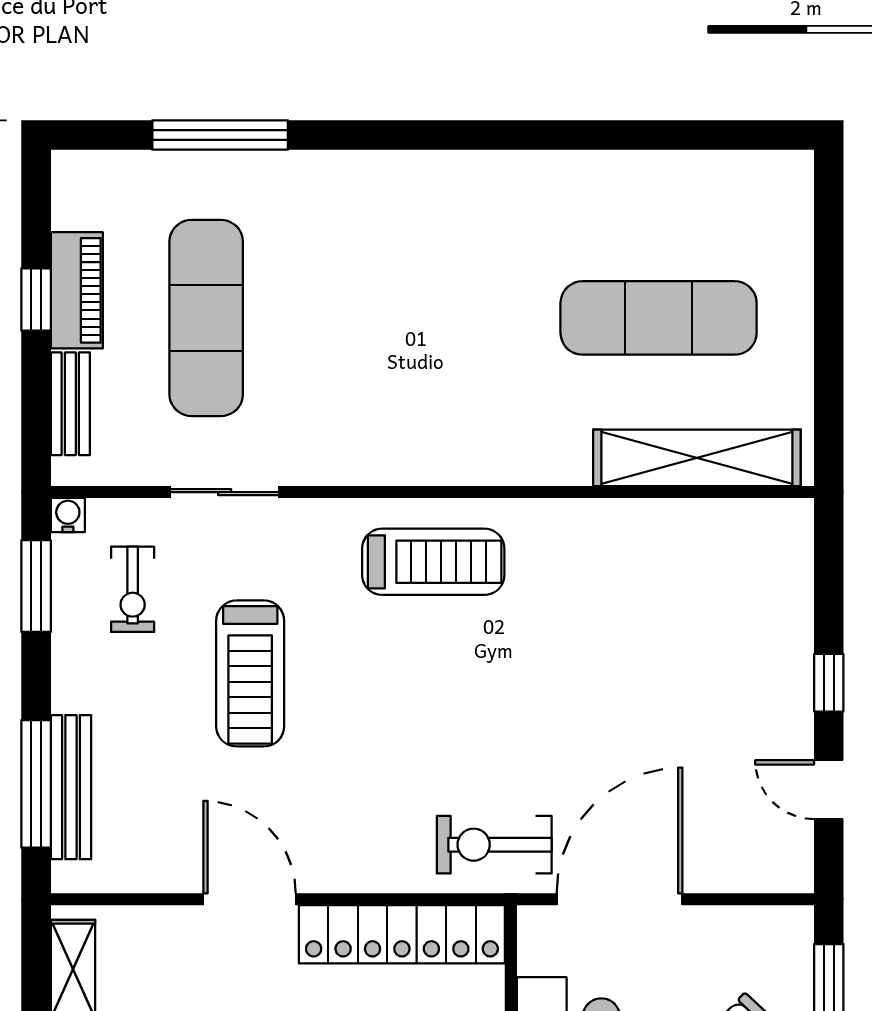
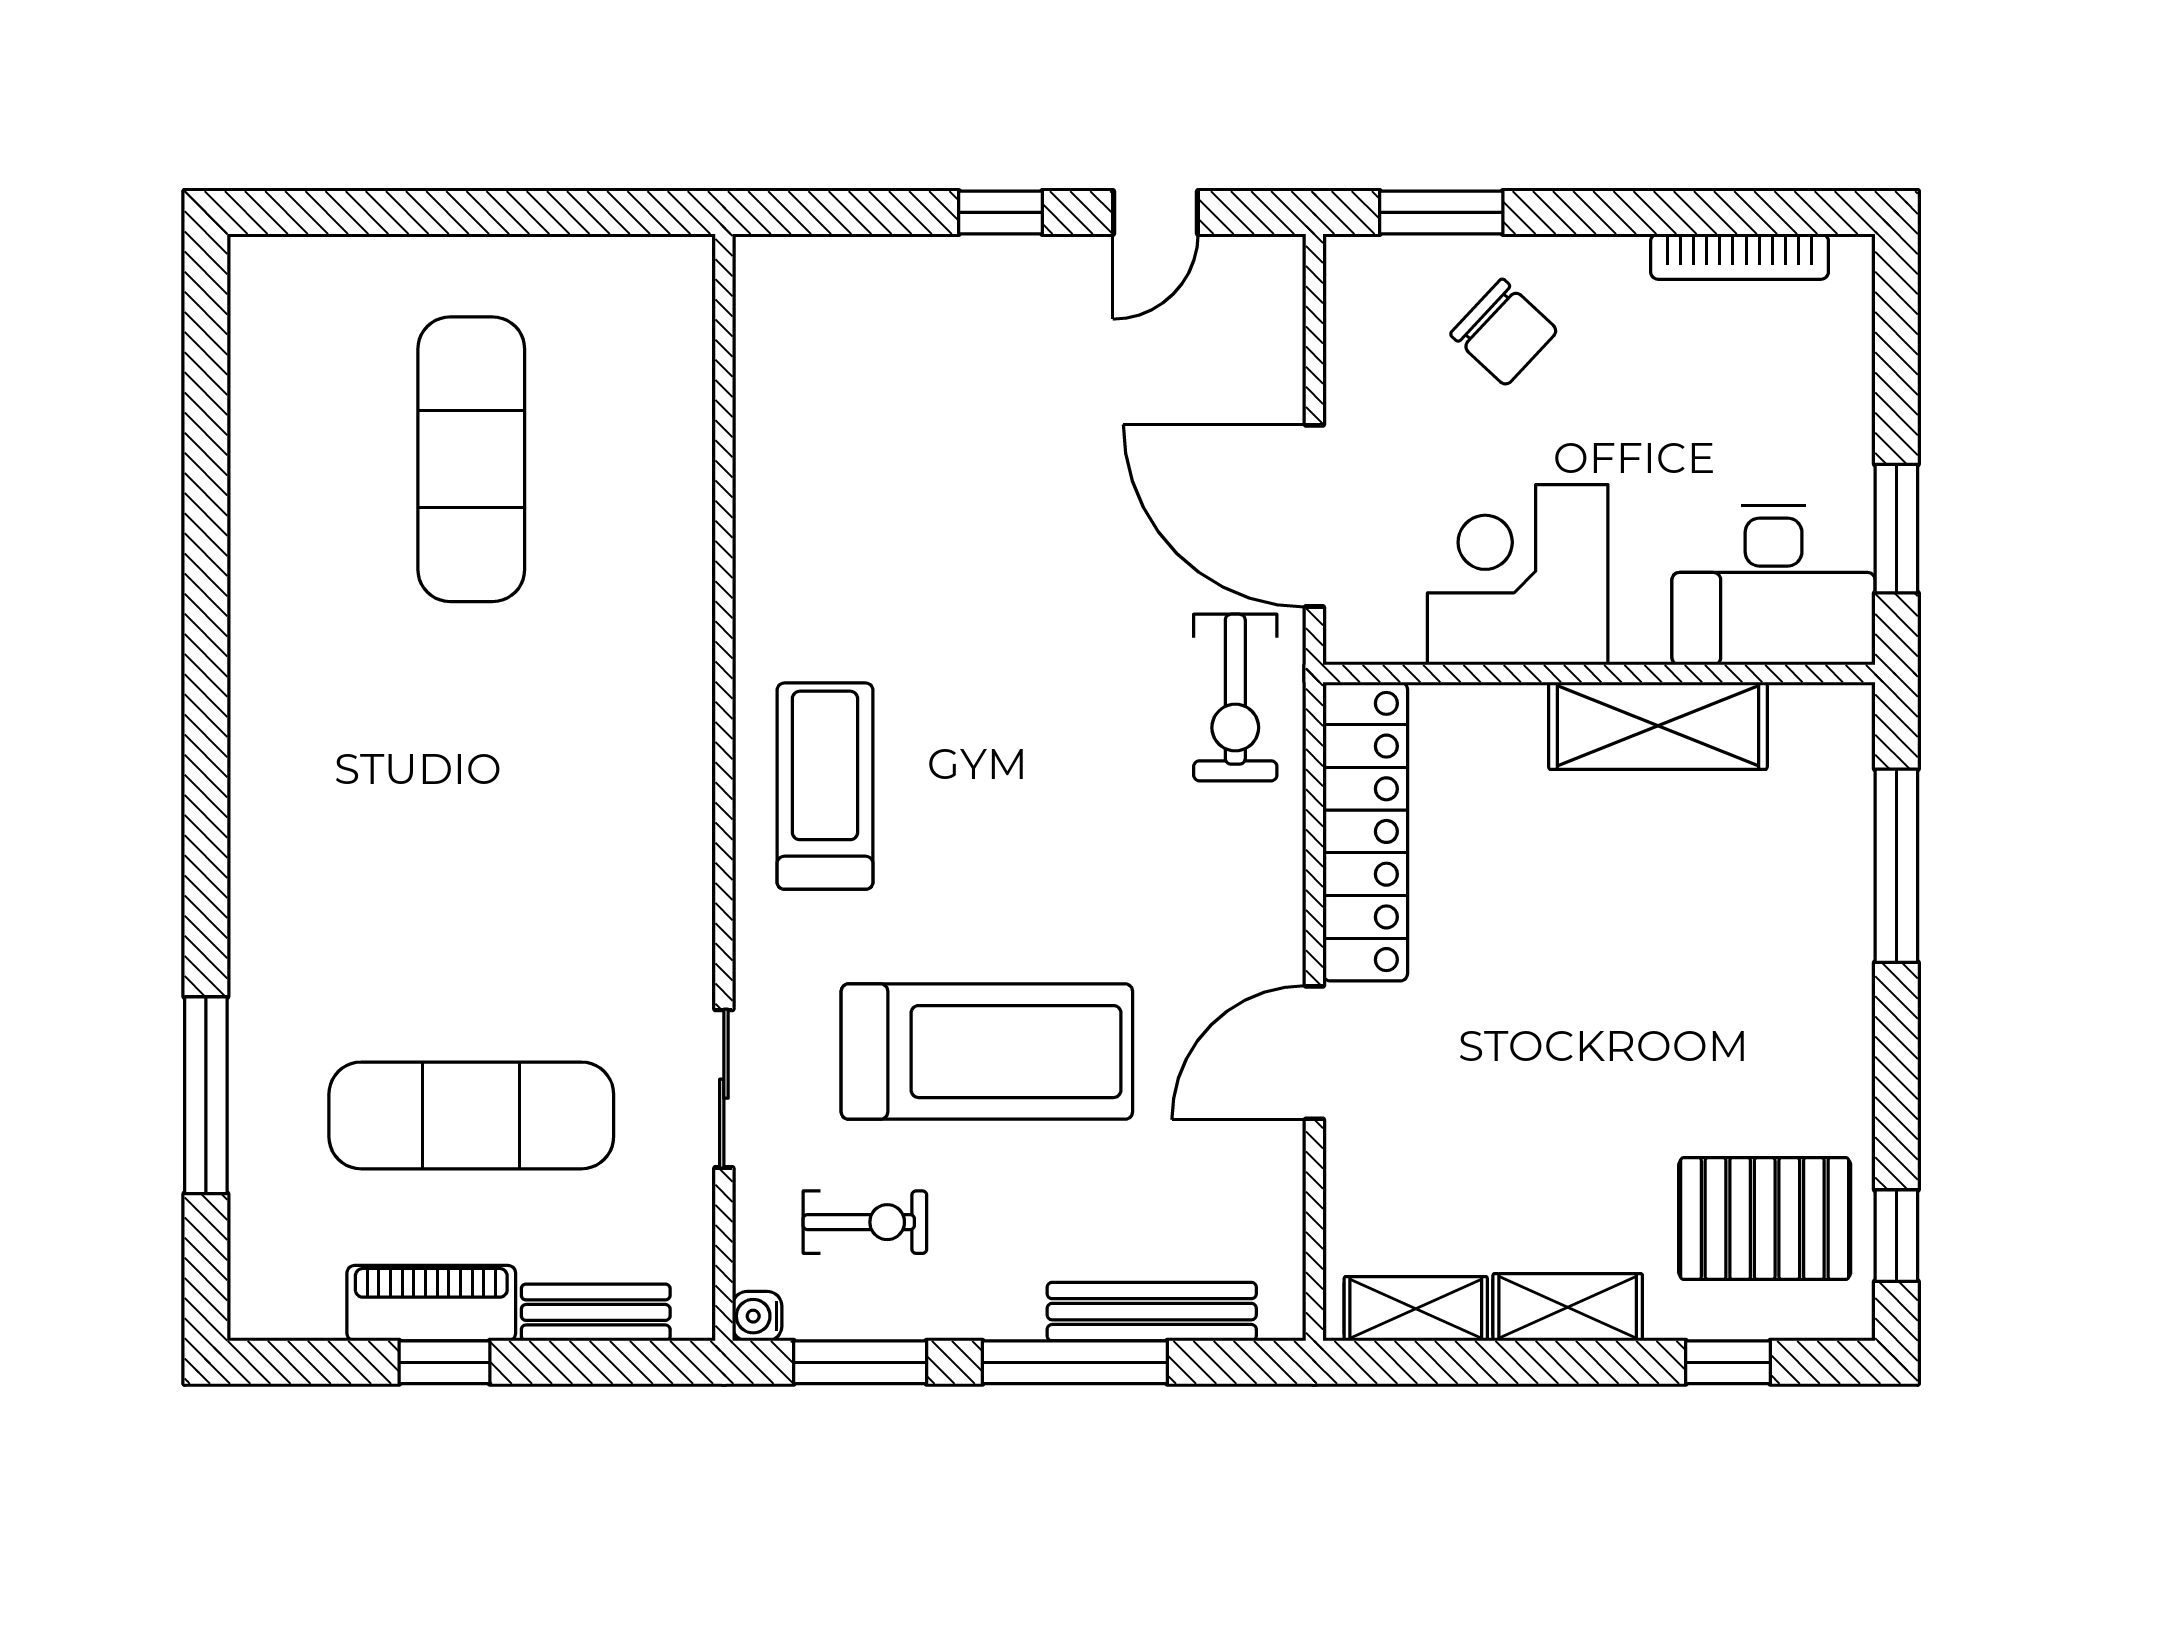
shelving: (697, 458) -> (674, 404), removed
treadmill: (250, 673) -> (987, 1052), width x1.37, depth x1.38
window: (36, 784) -> (1075, 1362), moved

